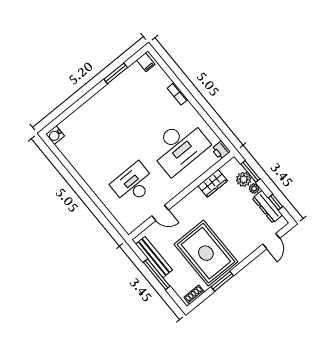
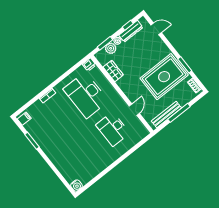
desk: (179, 146) -> (86, 95), turned 180

